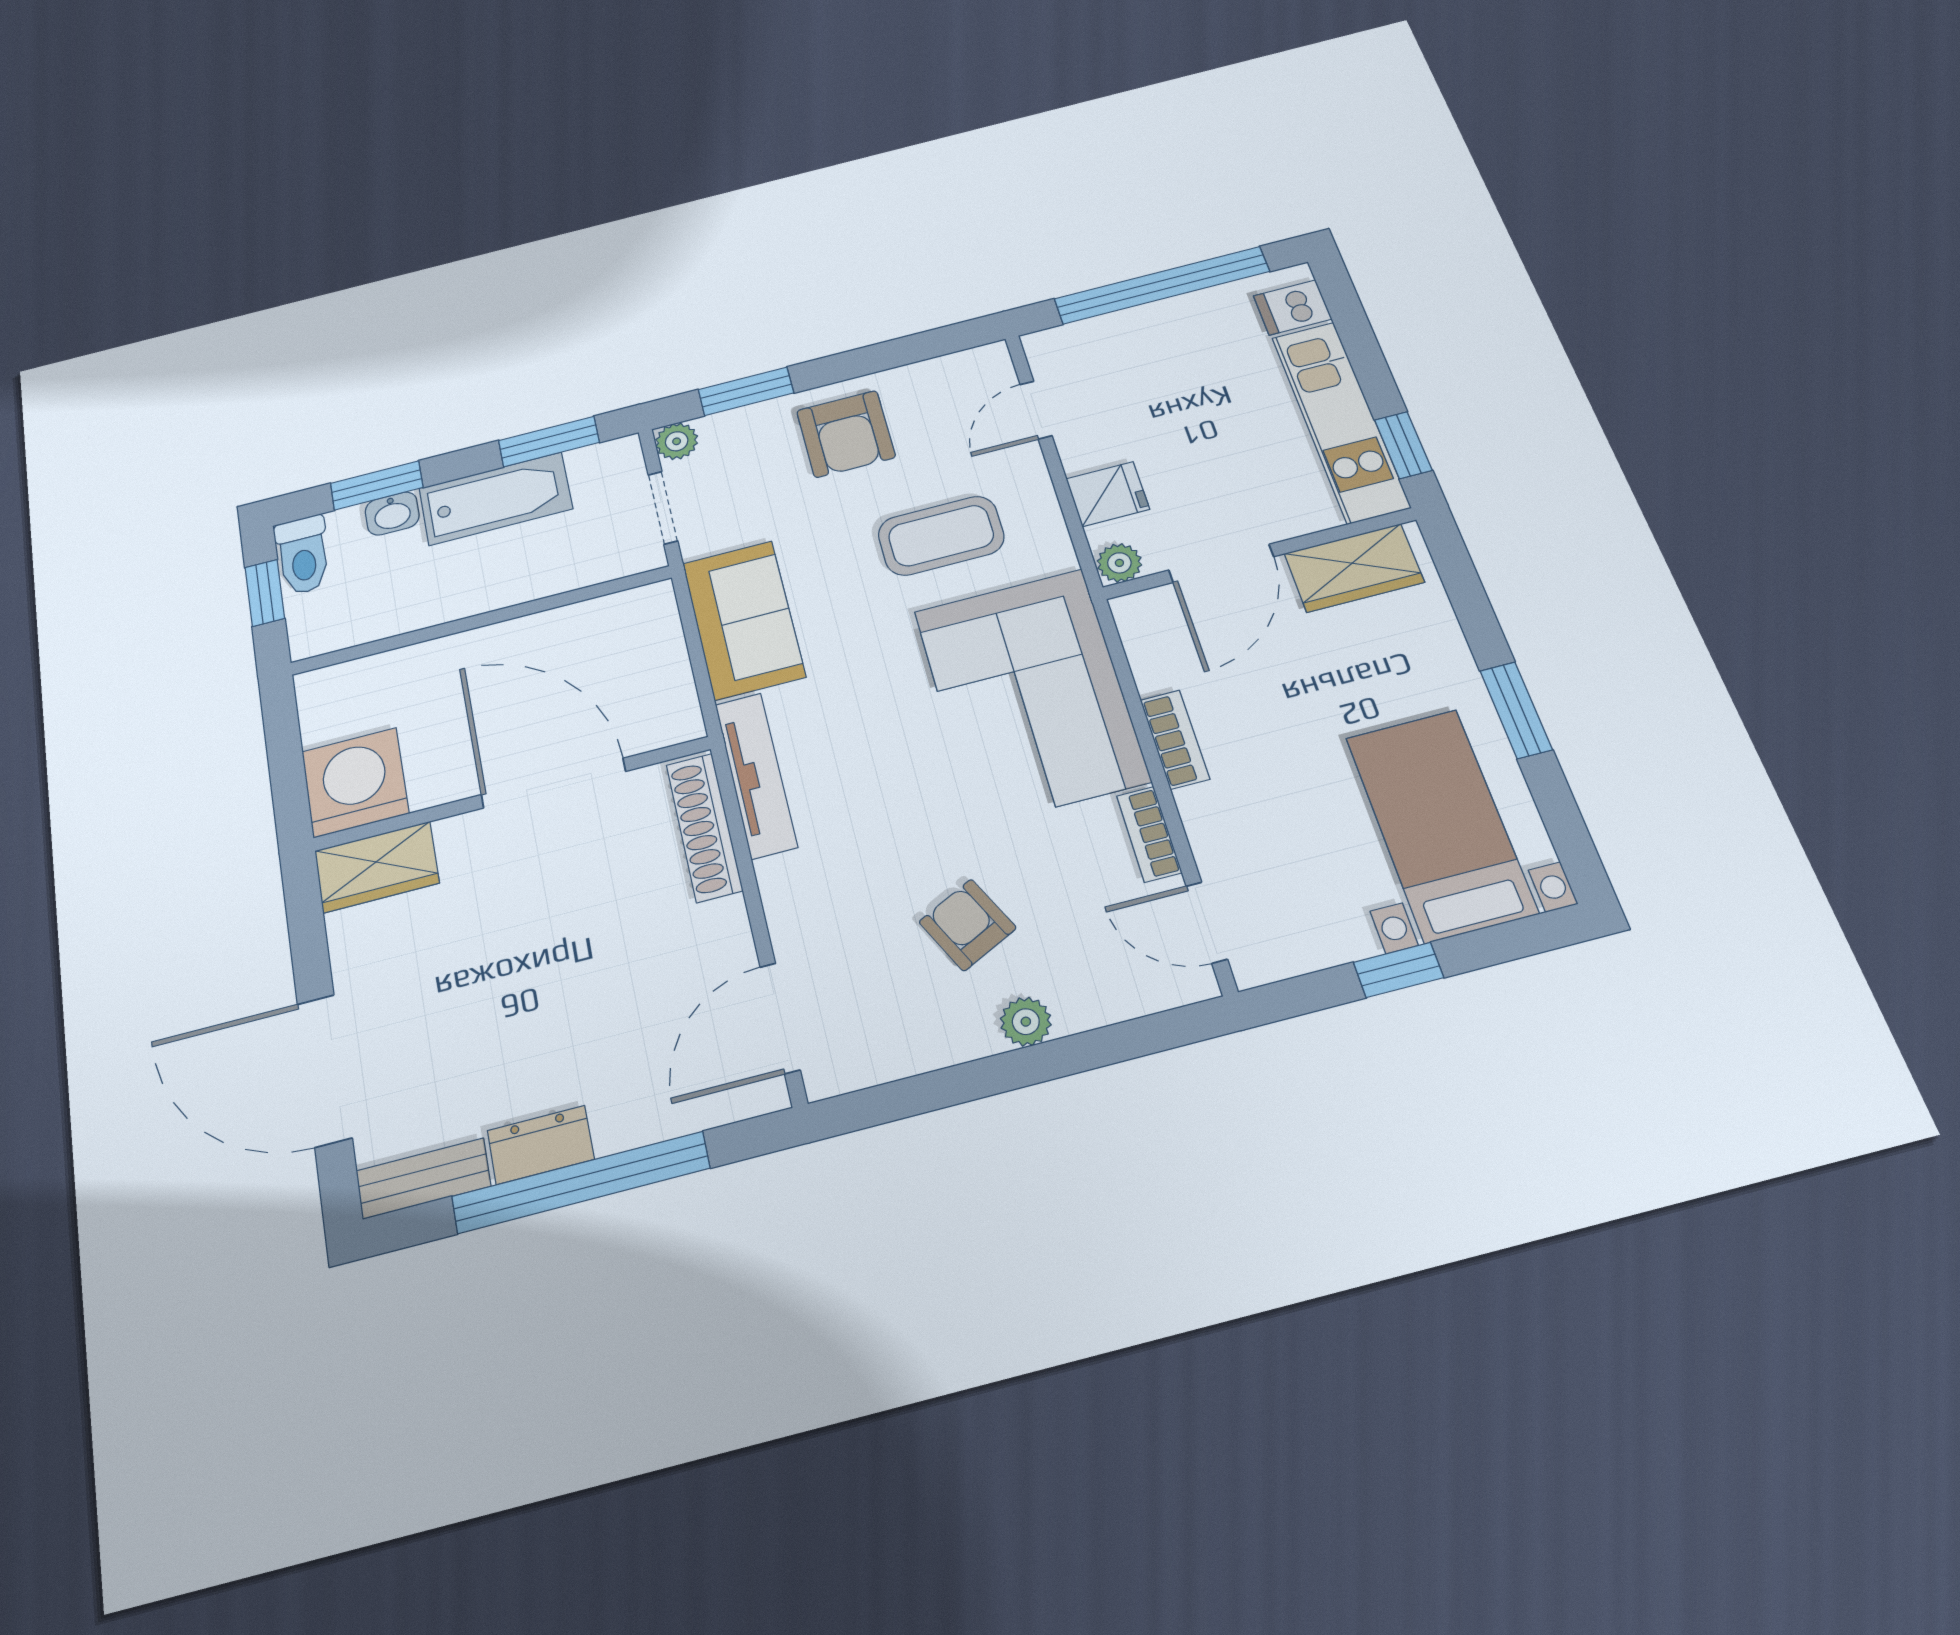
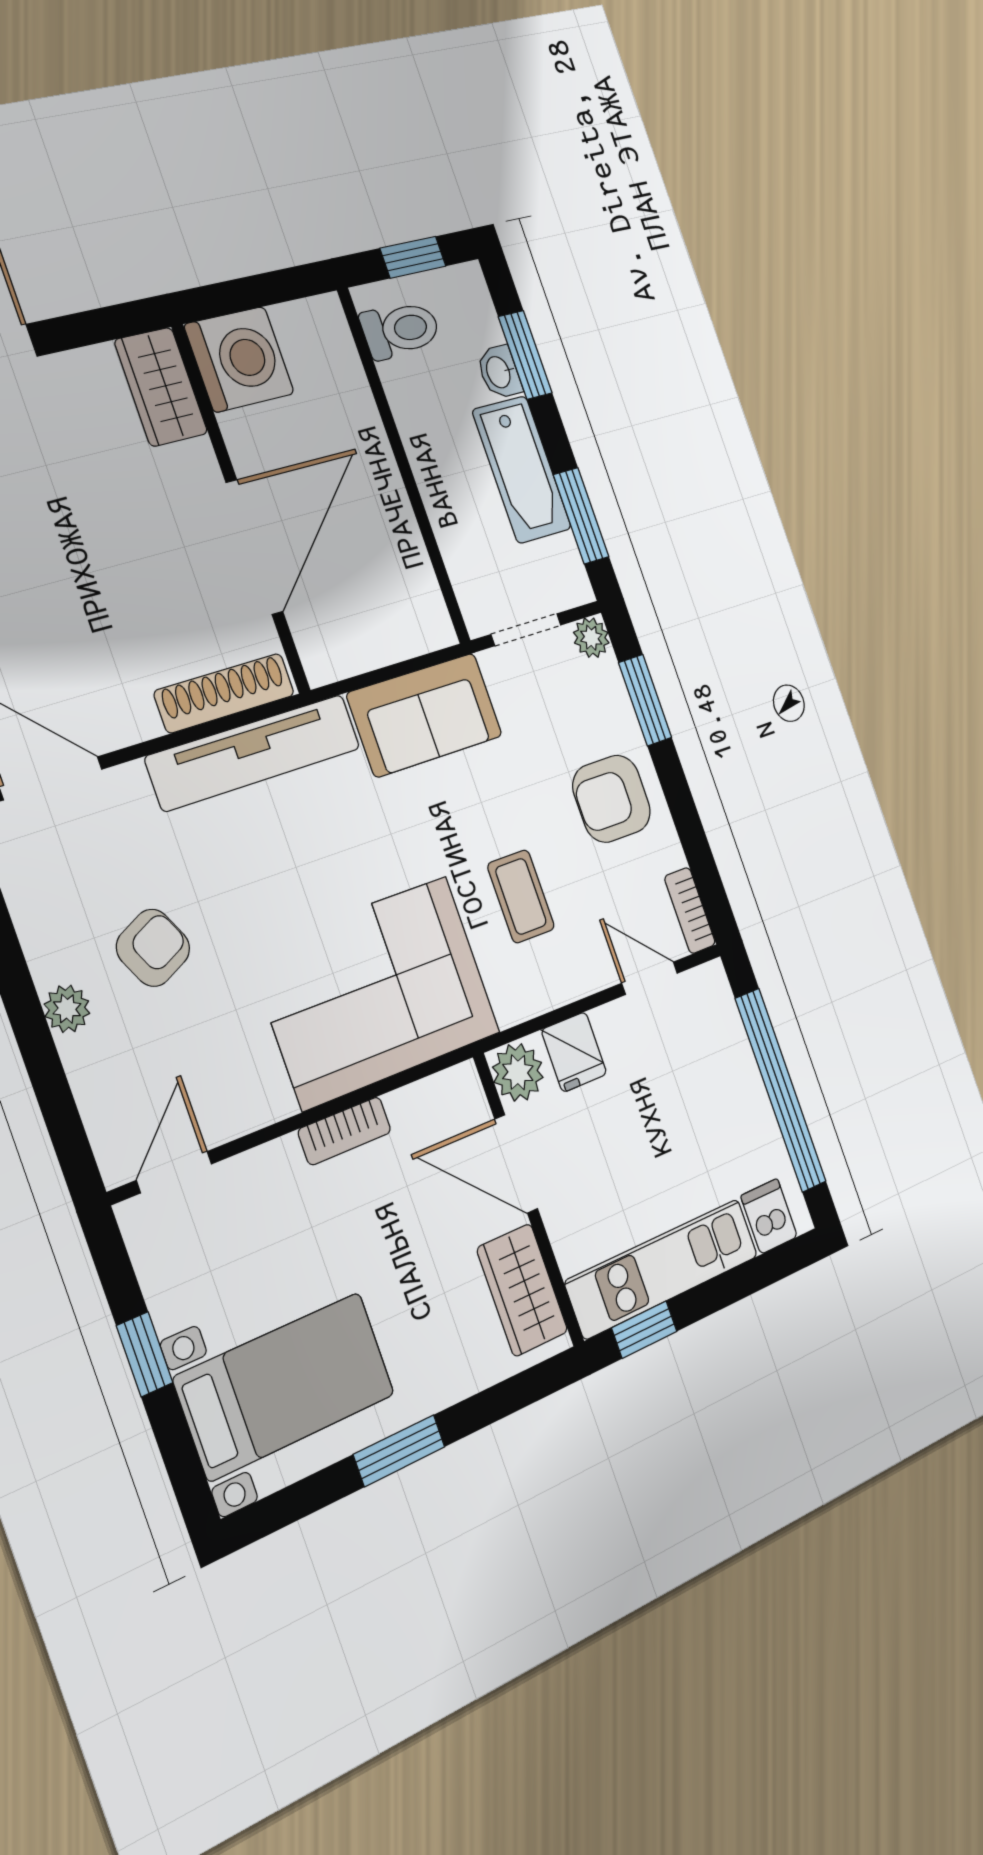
coffee table: (941, 536) -> (521, 896), width x0.73, depth x0.77
toilet: (303, 555) -> (401, 330), moved, turned 180
plant: (1119, 563) -> (518, 1072), width x1.38, depth x1.38
tv unit: (756, 775) -> (254, 752), width x1.36, depth x1.29
bookcase: (1149, 834) -> (690, 910), moved, turned -90

